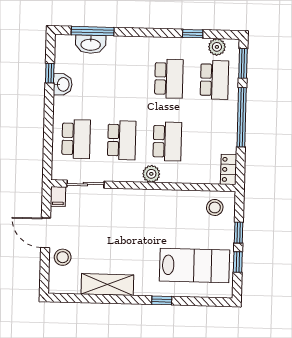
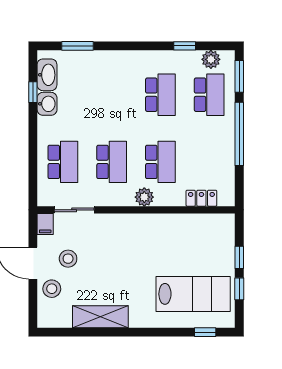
window: (93, 31) -> (77, 46), width x0.69
washbasin: (91, 44) -> (47, 75), moved, turned -90
locker: (229, 169) -> (201, 198), moved, turned 90
stool: (215, 207) -> (68, 259), moved
window: (162, 300) -> (205, 332), moved

